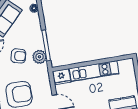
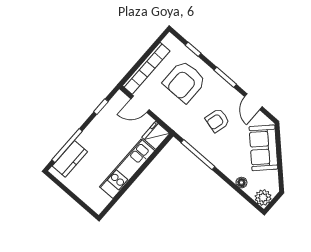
plant: (39, 57) -> (195, 137), removed

